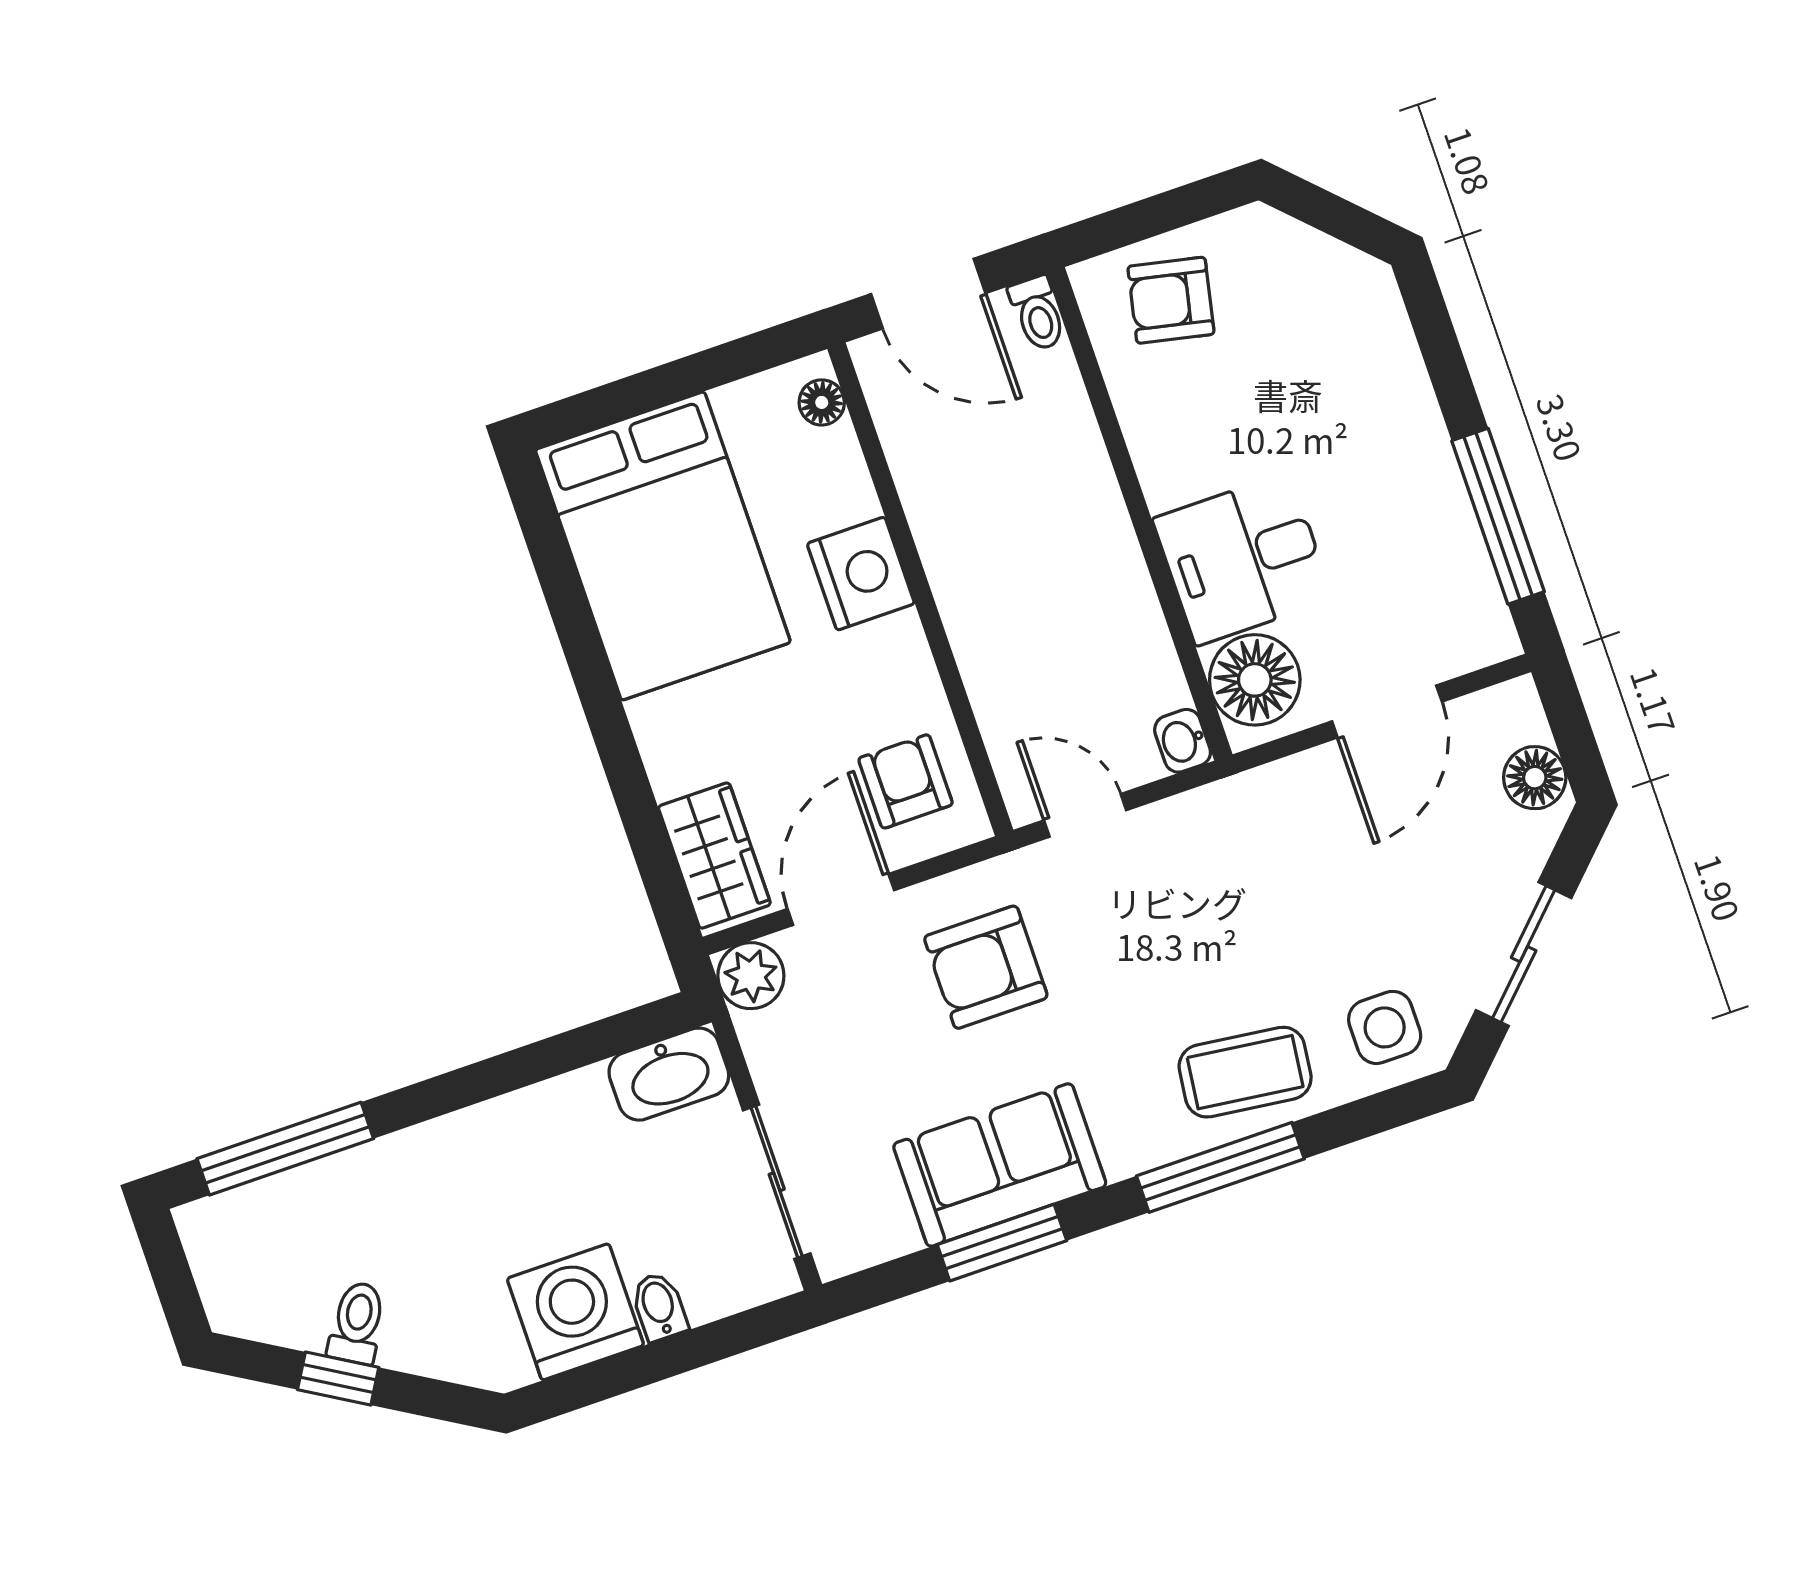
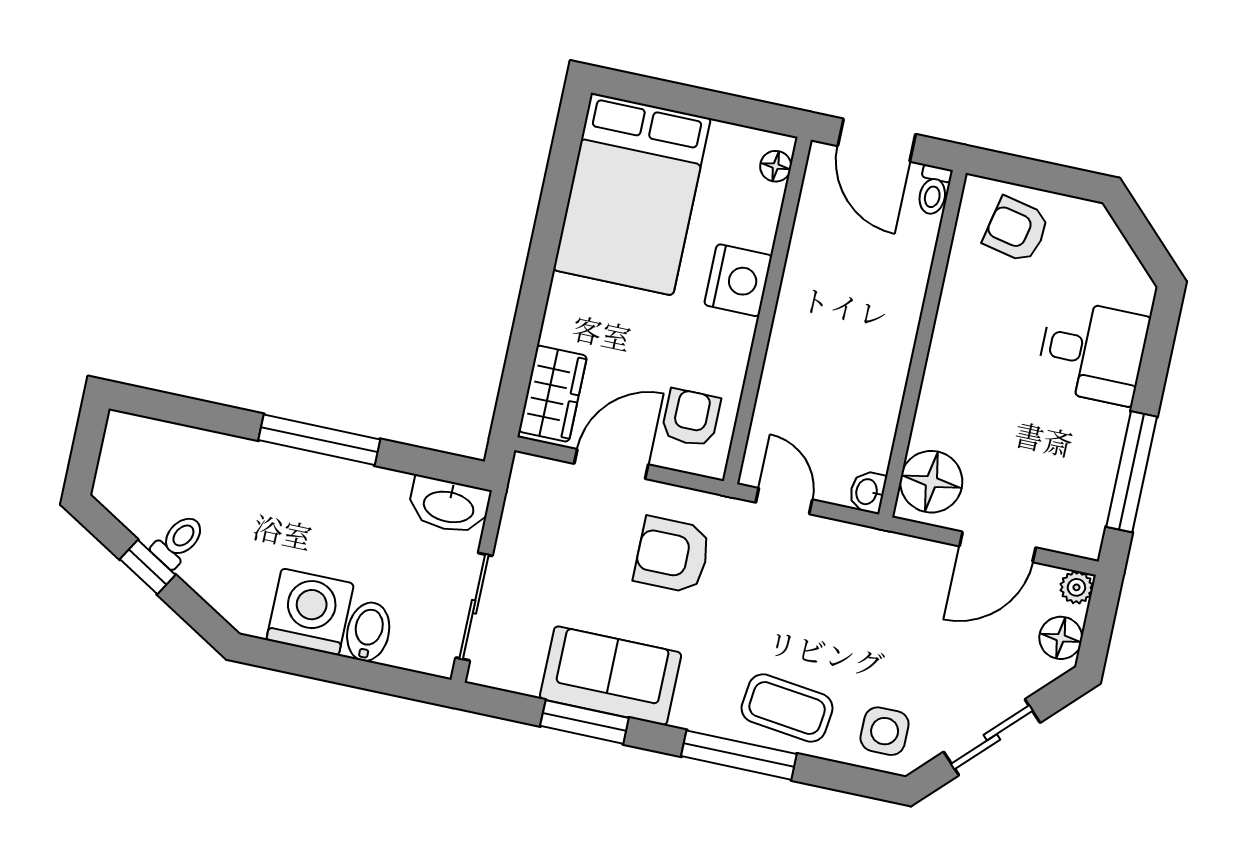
desk: (1243, 559) -> (1093, 352), moved, turned 180
plant: (751, 976) -> (1076, 587), moved, width x0.73, depth x0.73
window: (285, 1149) -> (319, 440), moved
bidet: (659, 1307) -> (368, 632), width x1.38, depth x1.36

